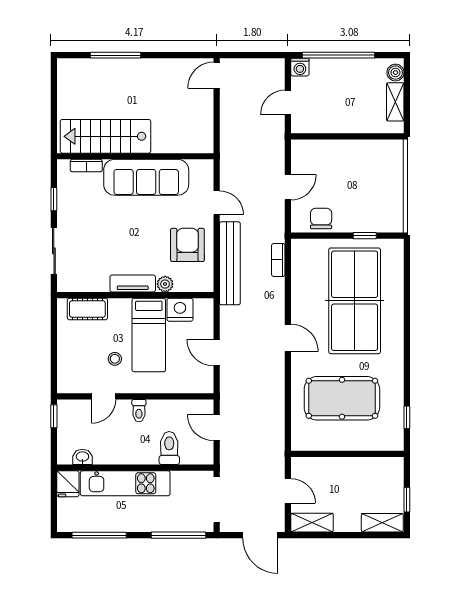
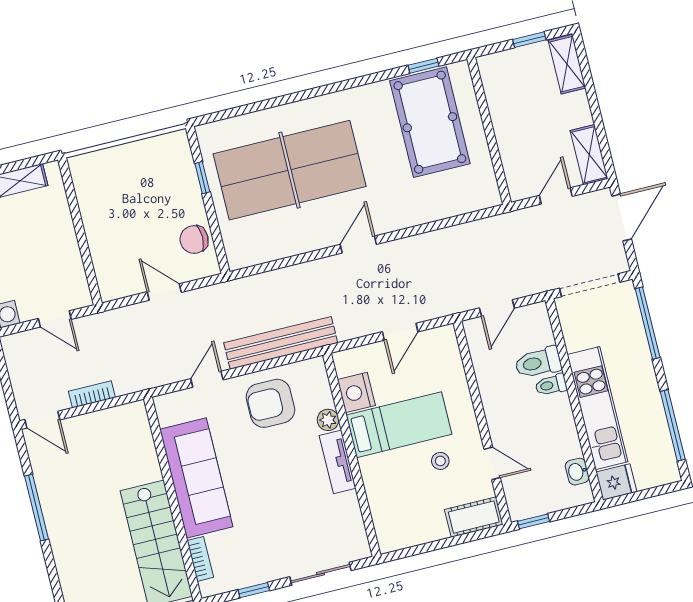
window: (116, 55) -> (37, 508), moved
bookcase: (278, 260) -> (92, 394), moved, turned 180
cot: (87, 309) -> (474, 517), moved, turned 90
pool table: (342, 398) -> (430, 122), moved
toilet: (139, 411) -> (551, 385), moved, turned 180

